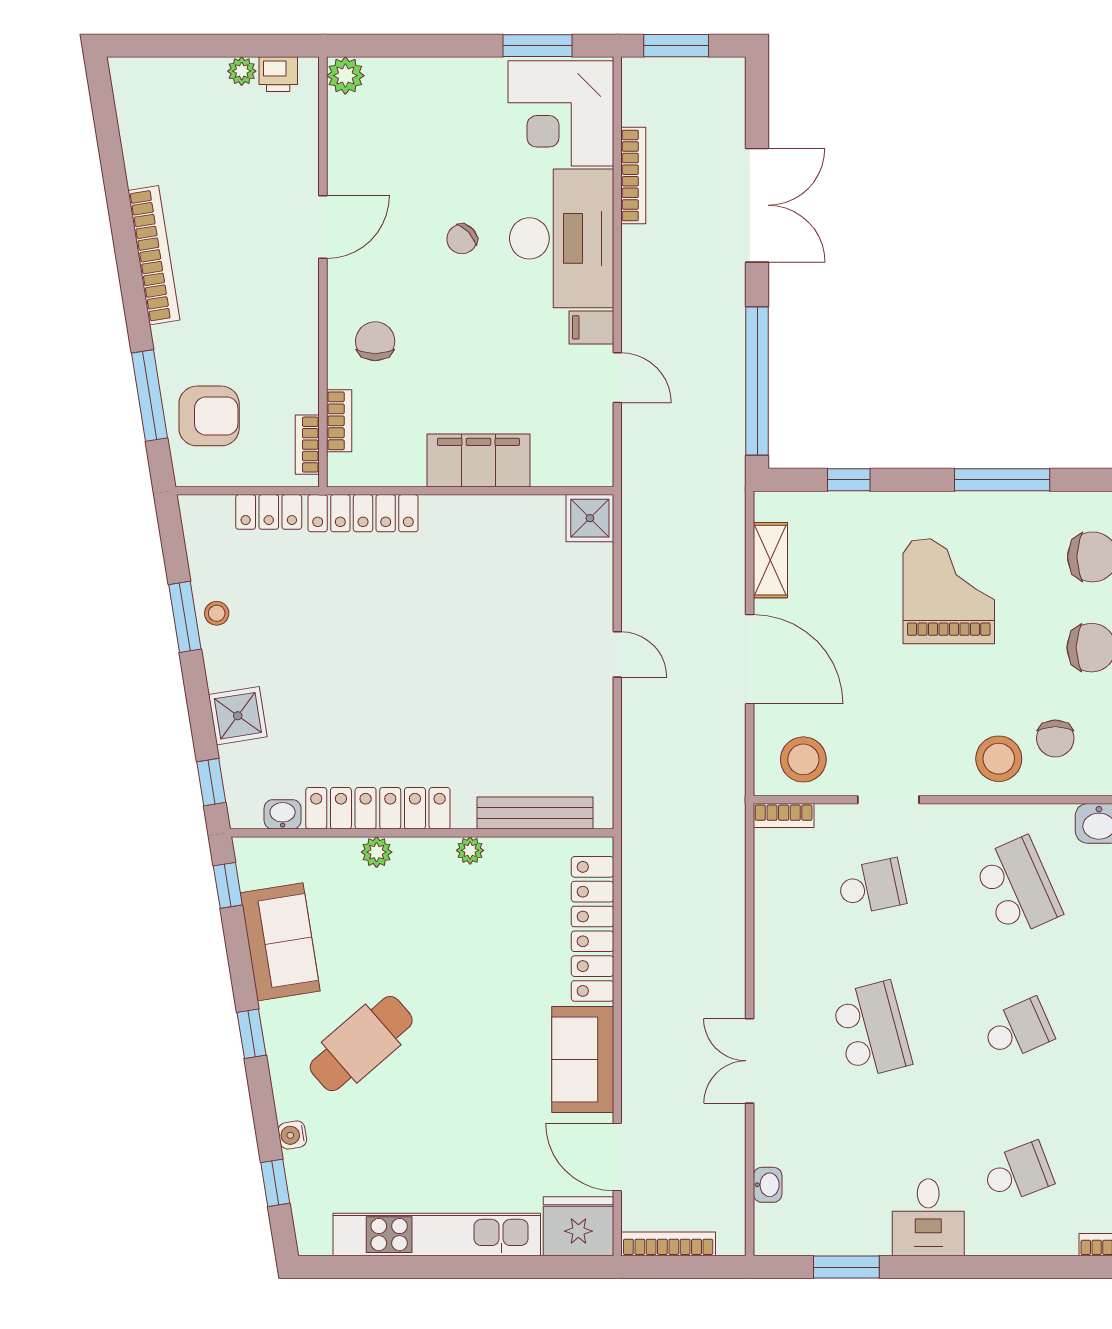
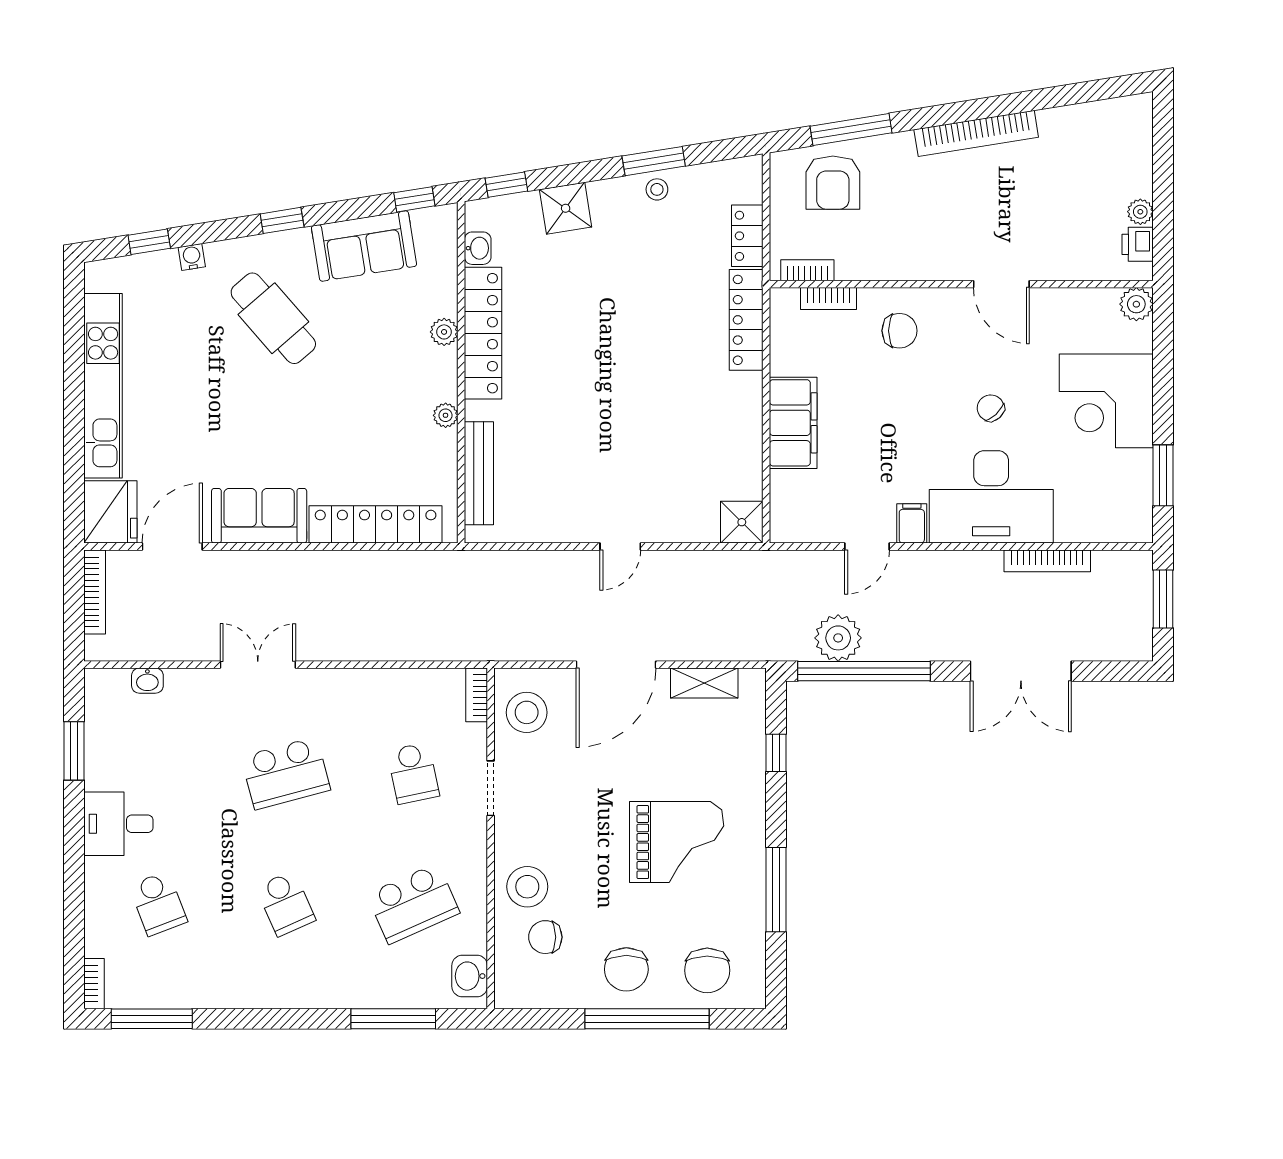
corner desk: (561, 113) -> (1106, 401), moved, turned -90
plant: (720, 410) -> (838, 638), added

